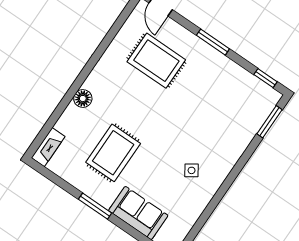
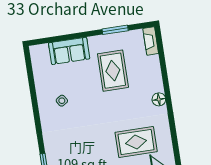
floor lamp: (83, 99) -> (159, 99), moved
window: (95, 206) -> (115, 30), moved

